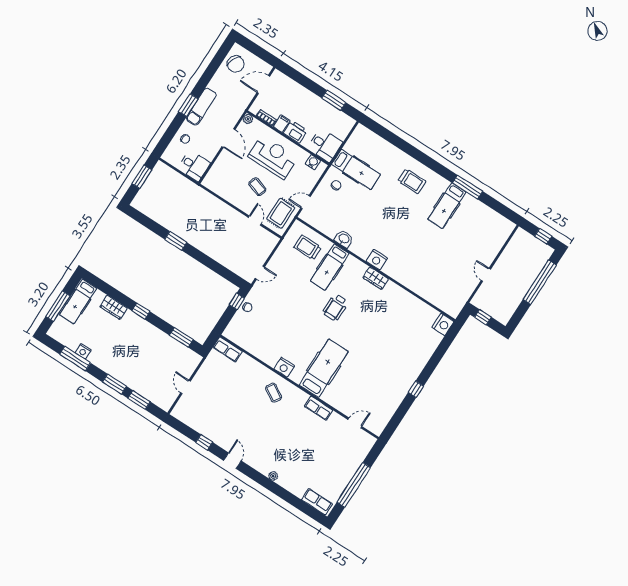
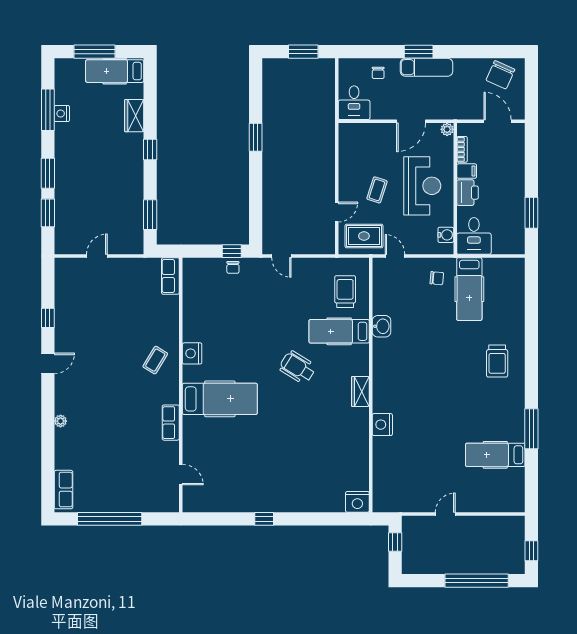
hospital bed: (447, 206) -> (495, 455), moved
nightstand: (377, 260) -> (382, 425), moved
wheelchair: (335, 307) -> (298, 367), turned 32

